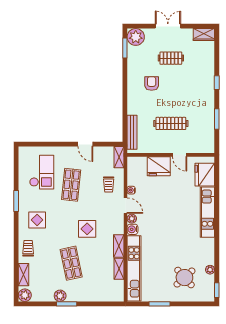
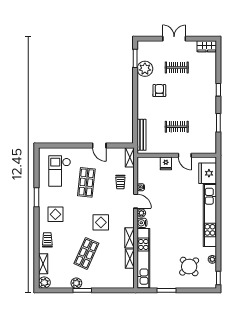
plant: (136, 37) -> (145, 69), moved
clothes rail: (171, 123) -> (177, 127), width x0.73
fridge: (159, 166) -> (166, 163), width x0.53, depth x0.75
checkout: (42, 172) -> (60, 171), turned 180
kitchen unit: (207, 212) -> (210, 216), width x1.36
shop shelf: (71, 263) -> (86, 253), turned 36

